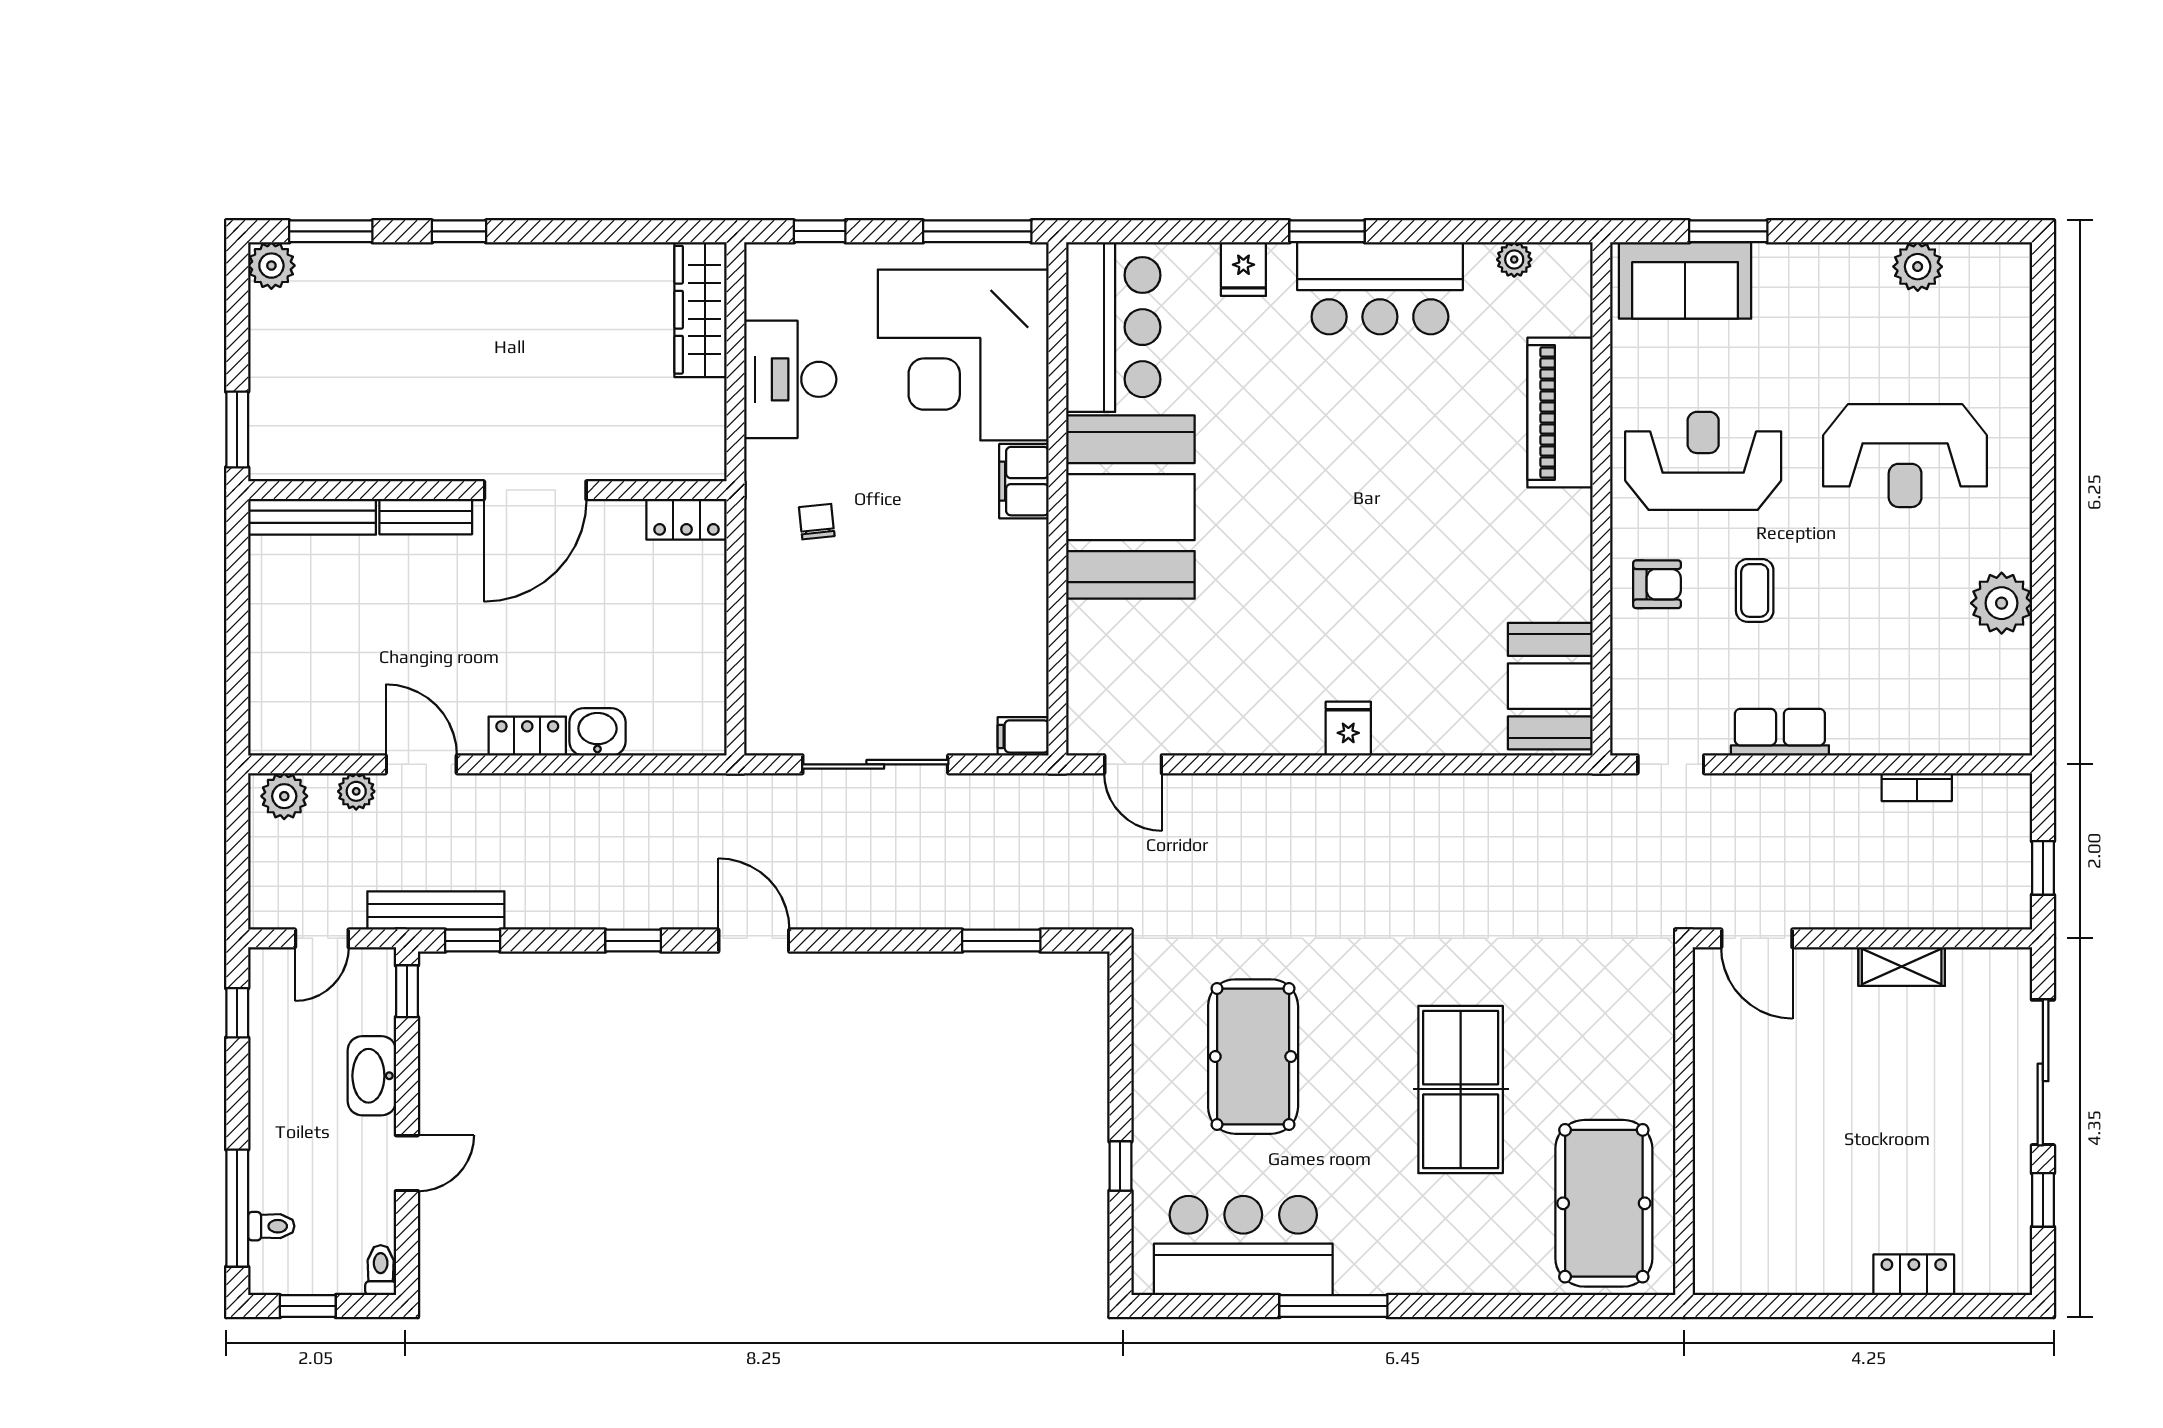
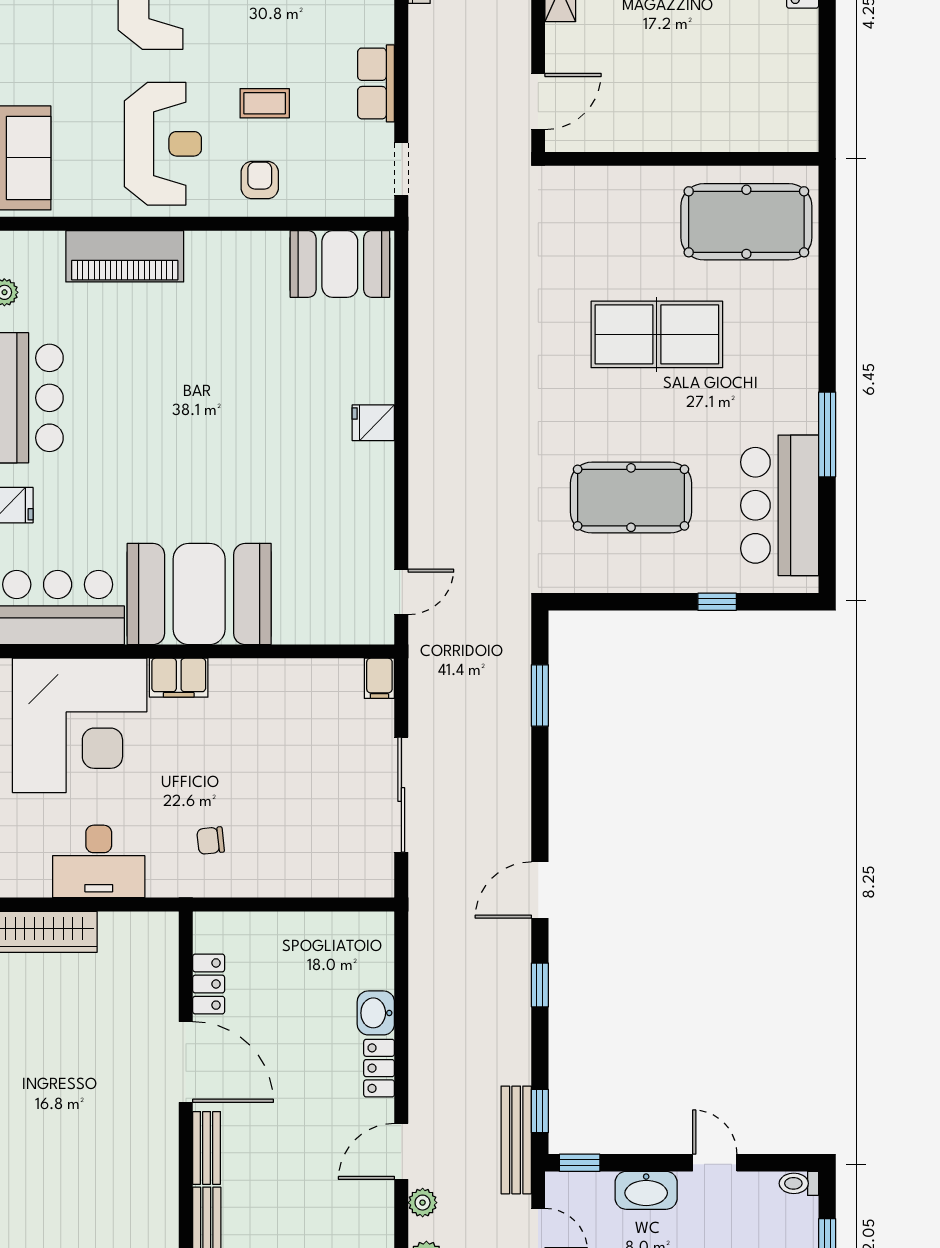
reception desk: (1703, 461) -> (163, 144), turned 180
locker: (686, 519) -> (209, 984), moved

